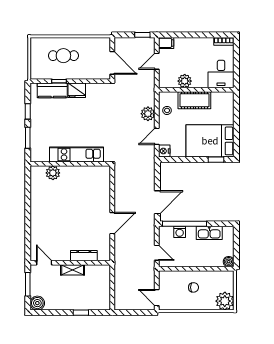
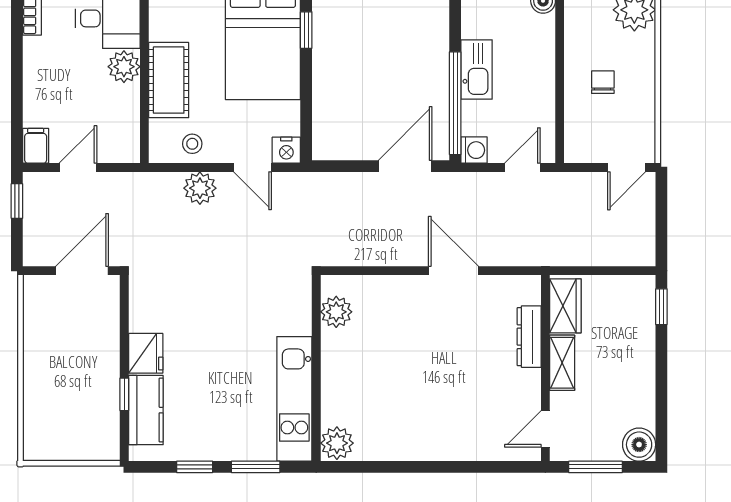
cafe table: (63, 56) -> (65, 384), removed
door: (157, 61) -> (78, 168), swing flipped
plant: (185, 81) -> (124, 67), moved
kitchen unit: (76, 154) -> (294, 399), moved
plant: (53, 173) -> (337, 443), moved
plant: (95, 173) -> (336, 312), added
door: (157, 202) -> (405, 166), hinge flipped
washing machine: (180, 232) -> (474, 150), moved
kitchen sink: (209, 233) -> (477, 69), moved
wardrobe: (97, 271) -> (565, 306), added
window: (81, 313) -> (661, 307), moved

